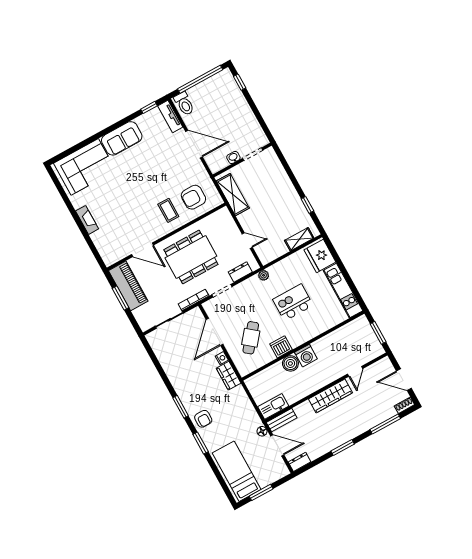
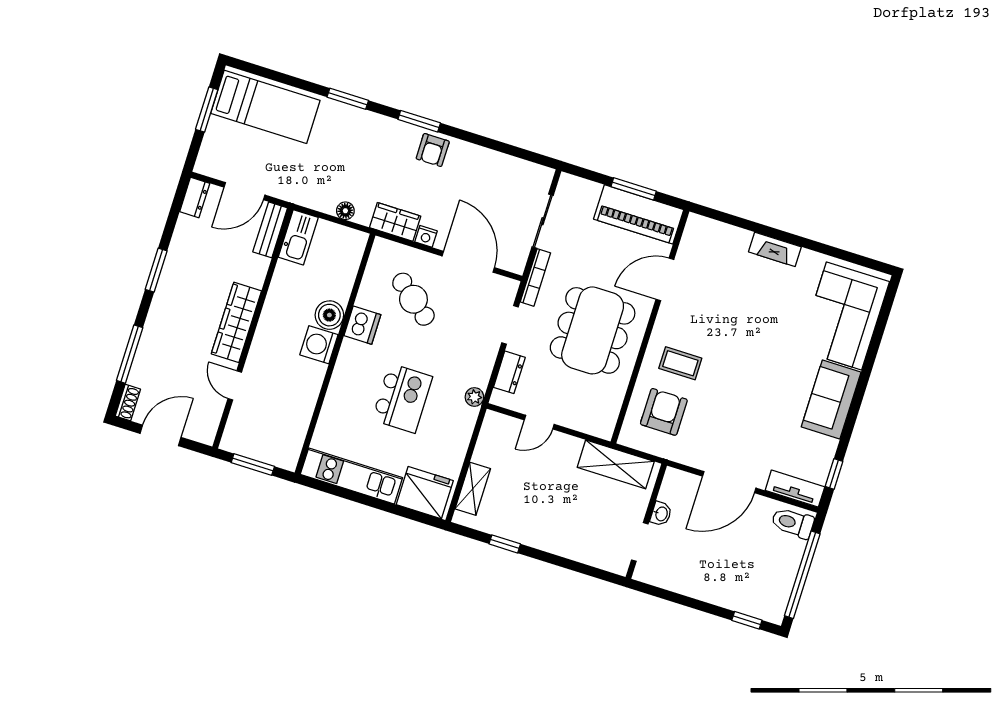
armchair: (203, 419) -> (433, 150), moved, turned -90
floor lamp: (262, 431) -> (345, 211), moved

